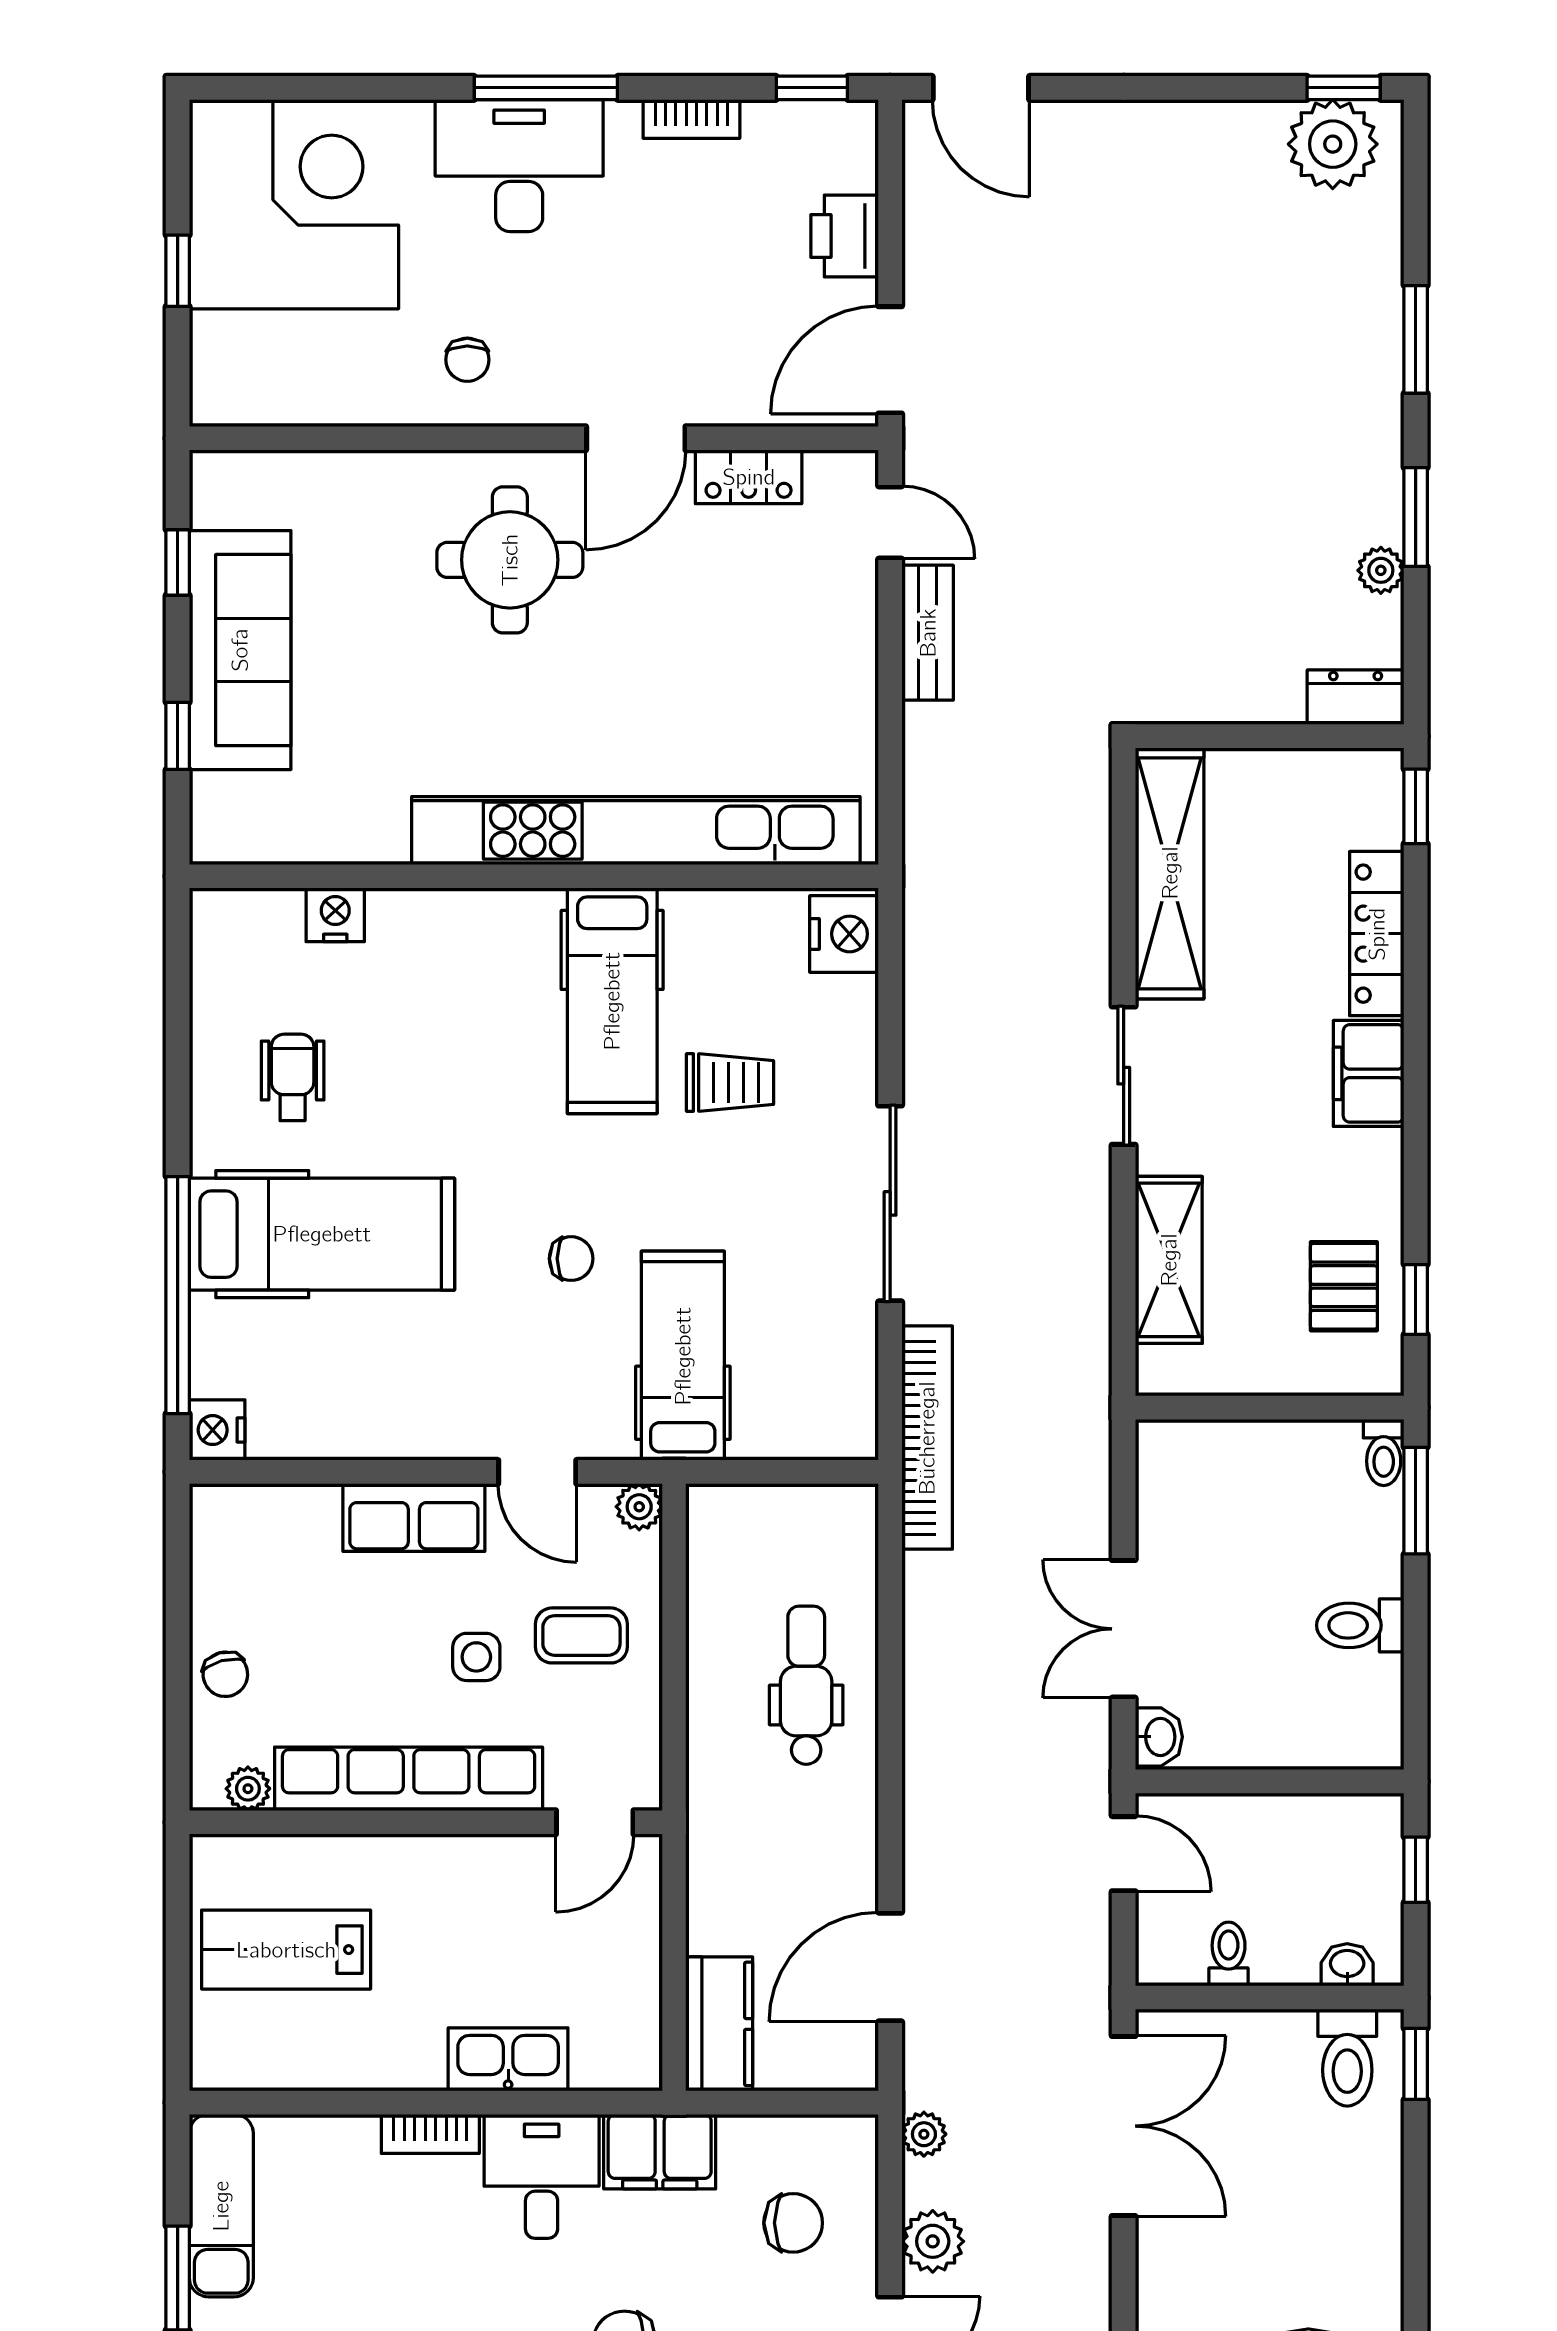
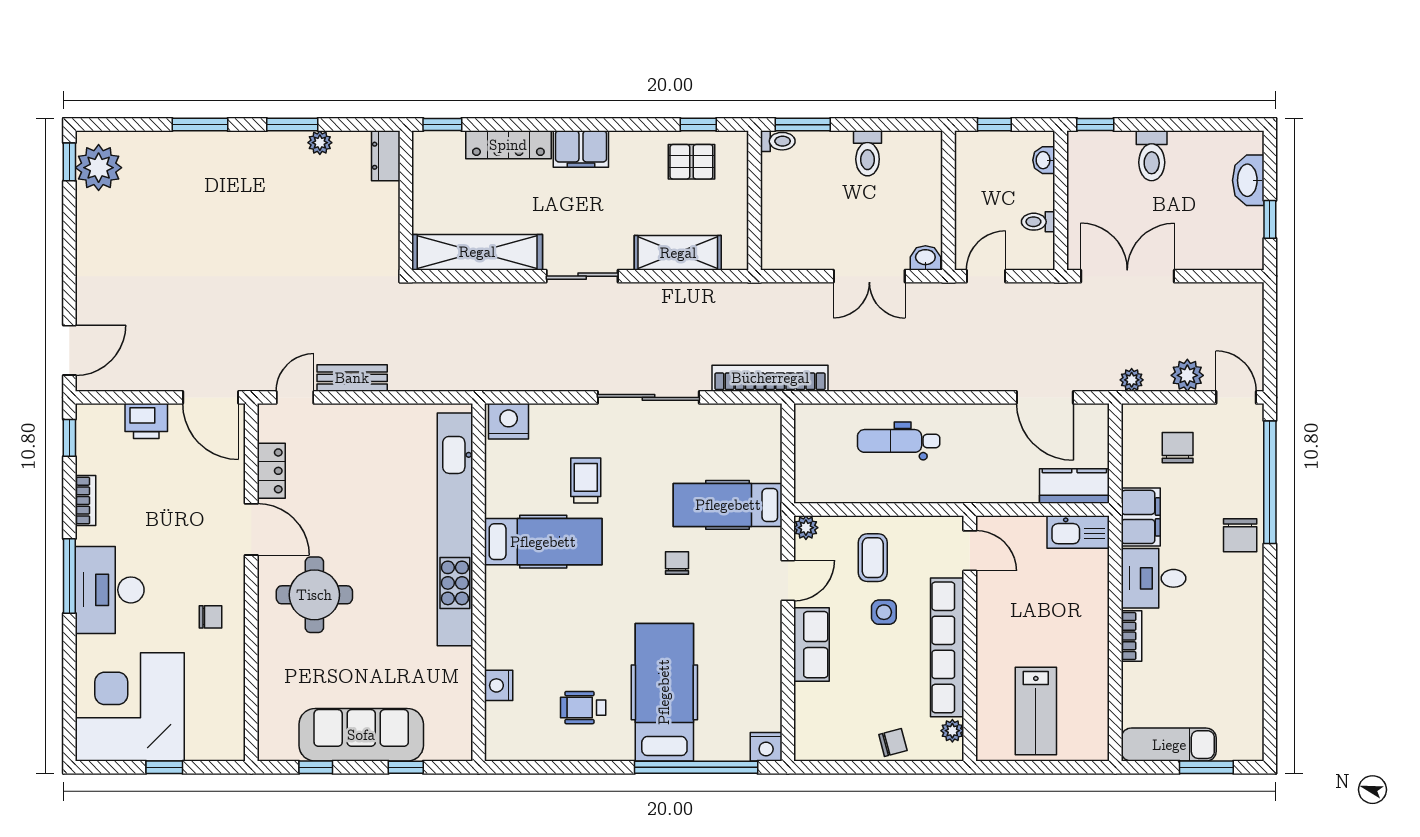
toilet: (1347, 2058) -> (1152, 156), moved, turned 90
kitchen sink: (508, 2059) -> (1078, 532), moved, turned -90

